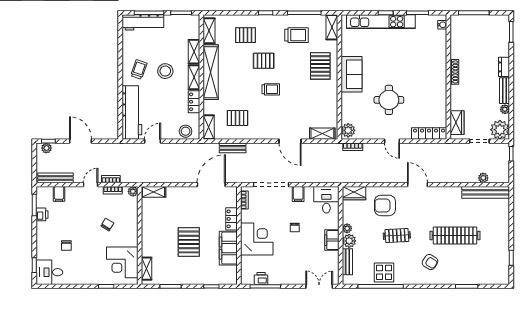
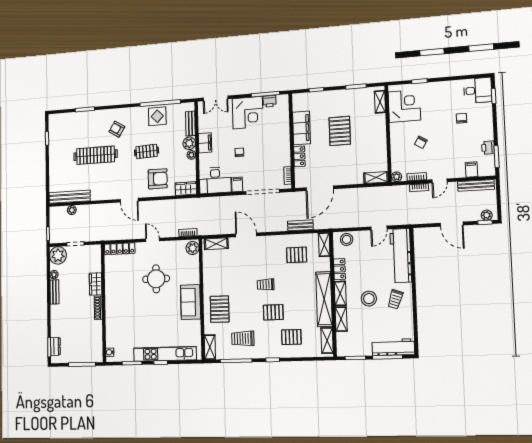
dresser: (504, 67) -> (55, 346), moved
wardrobe: (457, 123) -> (96, 284), moved
desk: (326, 200) -> (215, 180), width x1.37
corner desk: (257, 239) -> (248, 113), moved, turned -90

